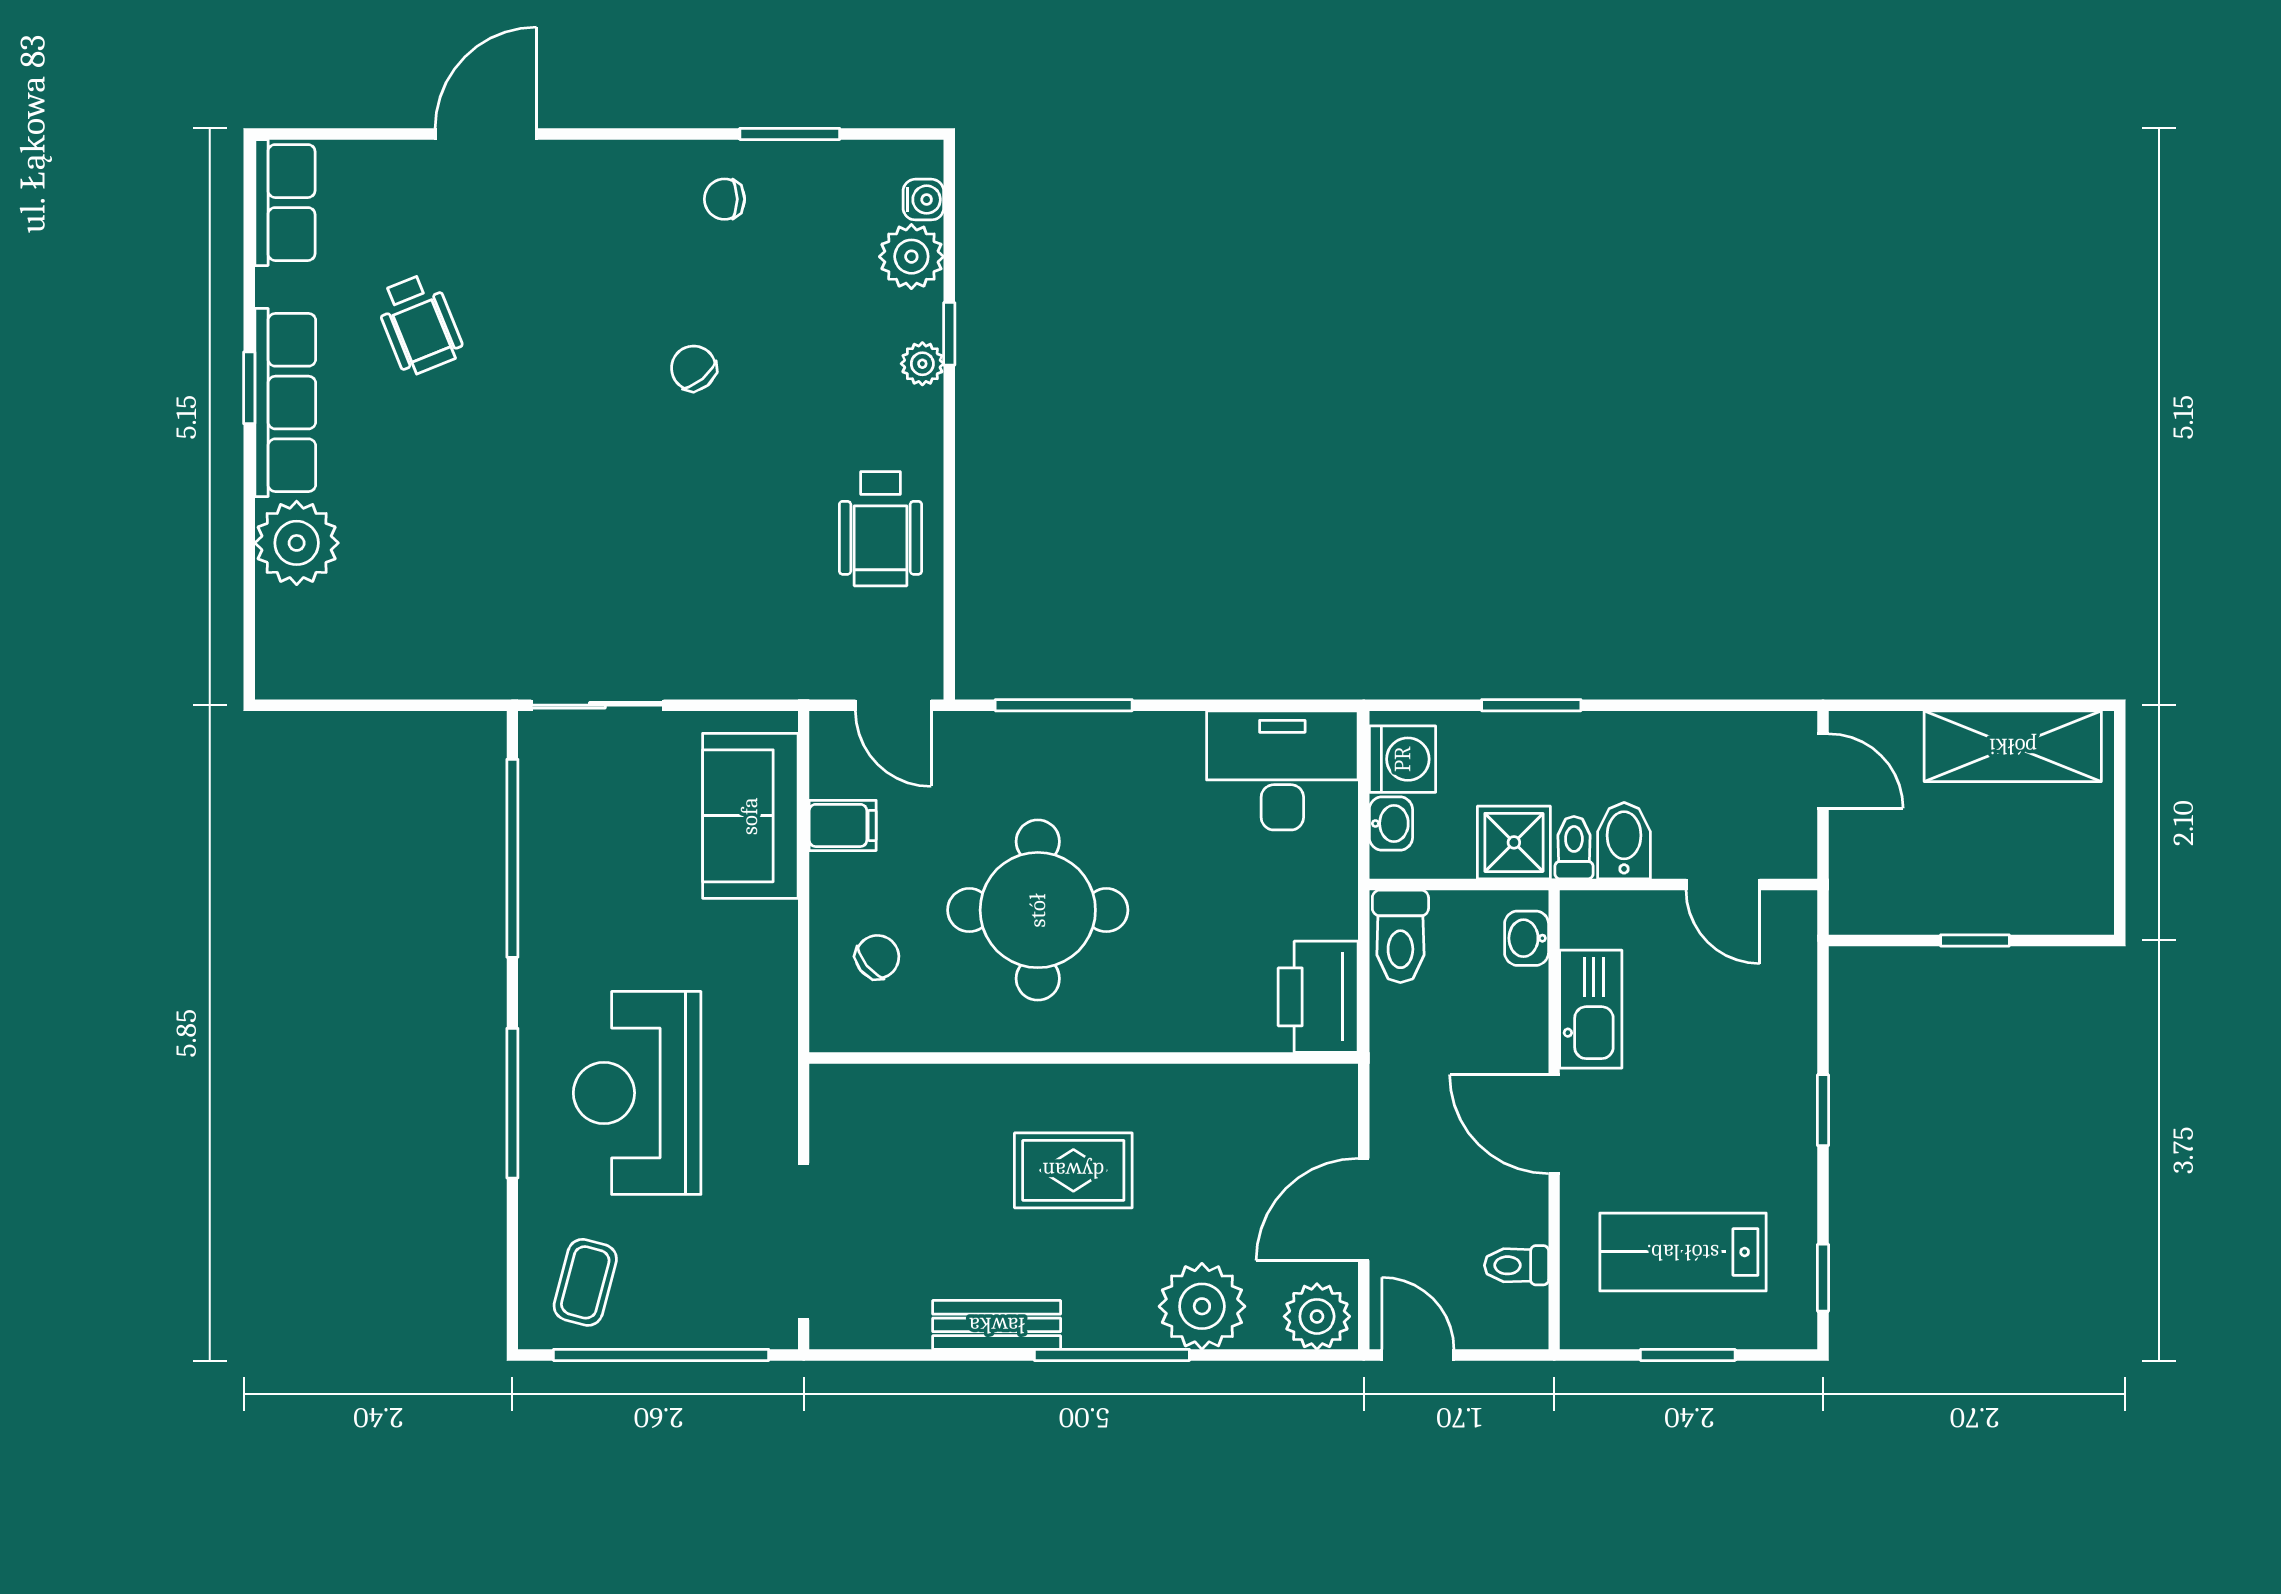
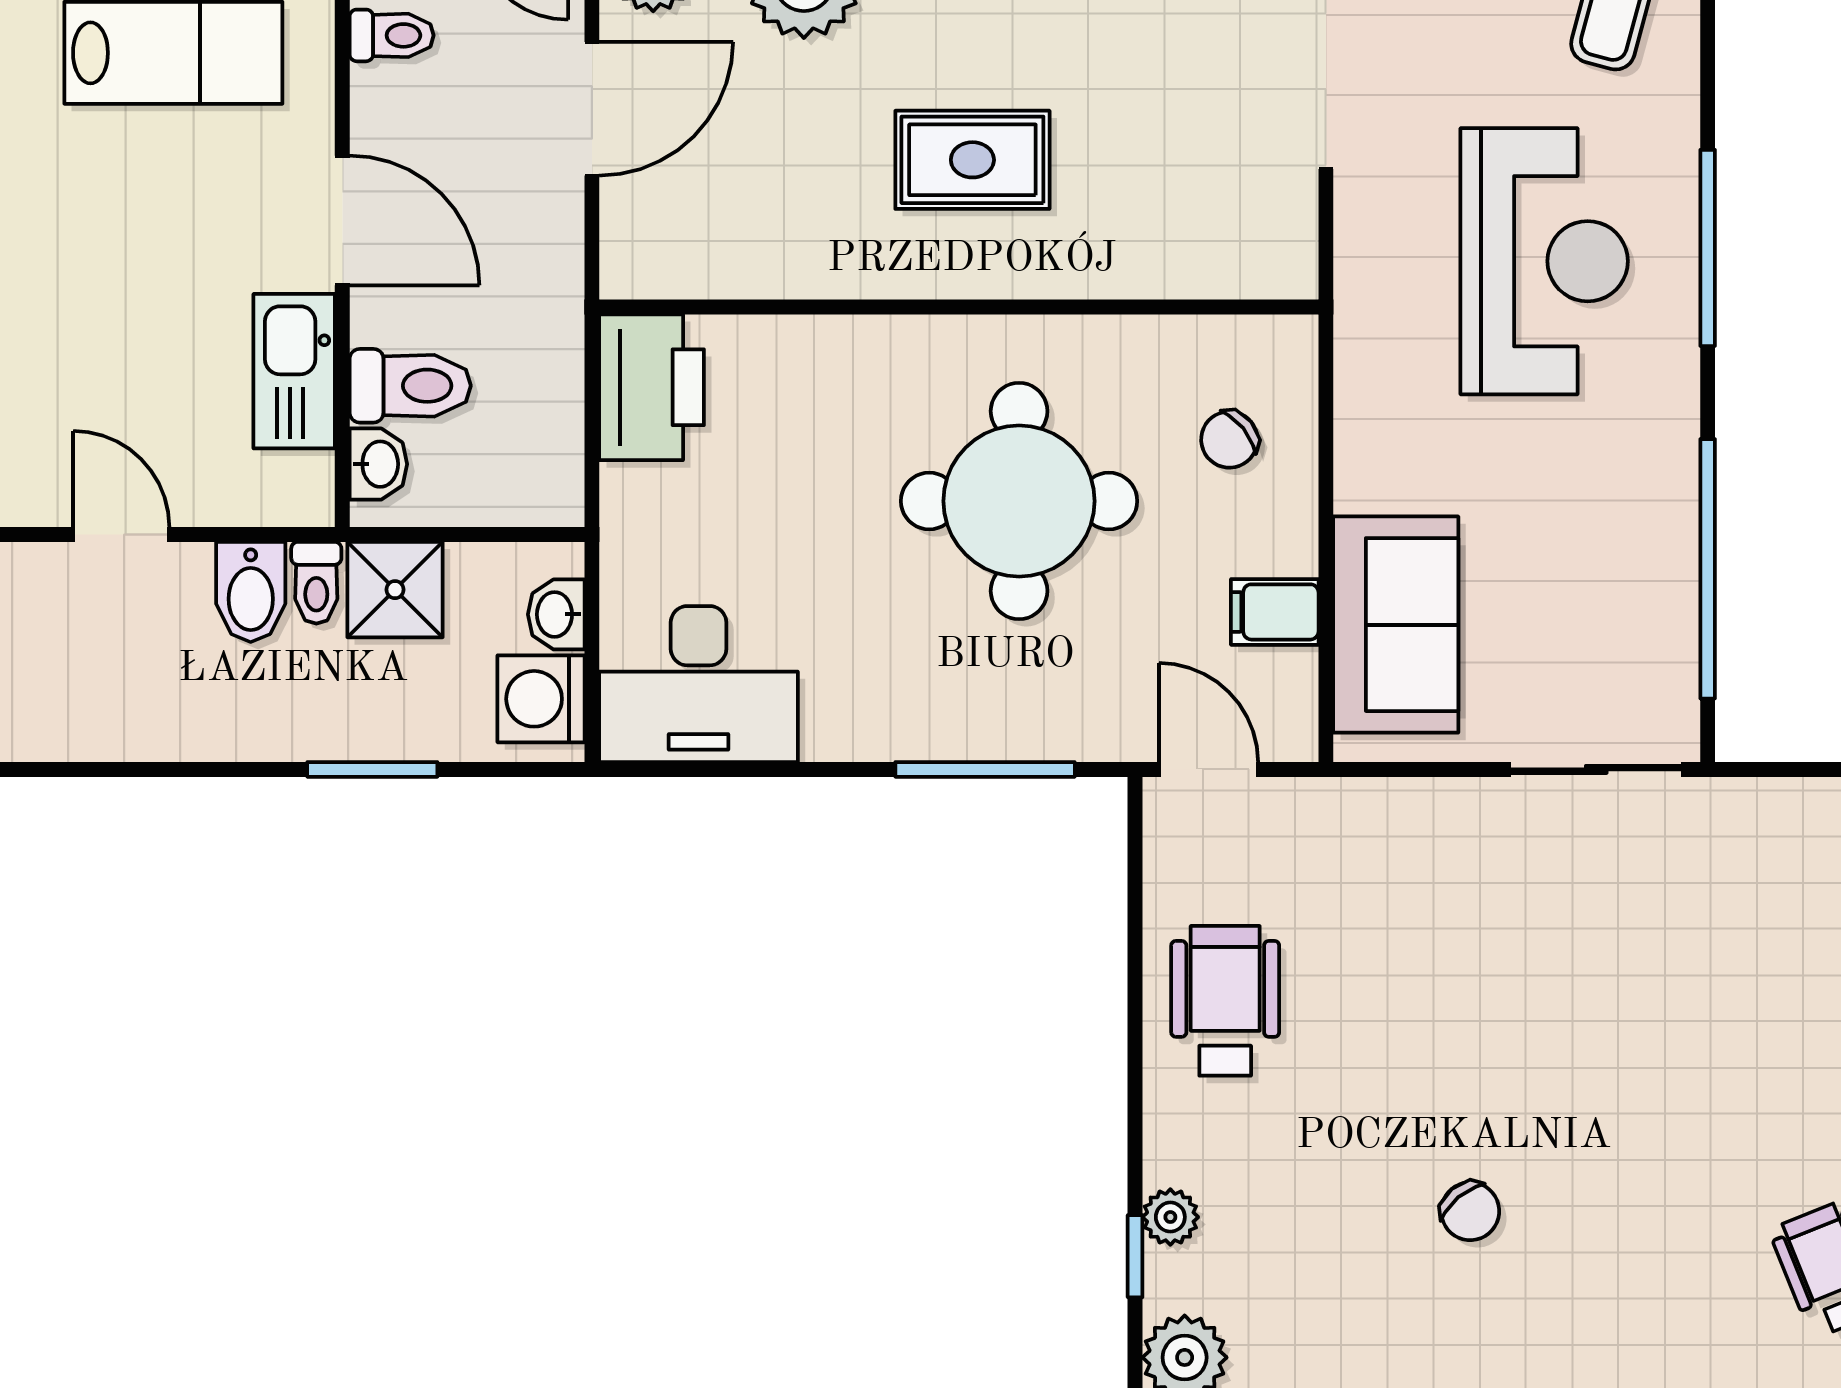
toilet: (1400, 936) -> (410, 386), moved, turned 90

